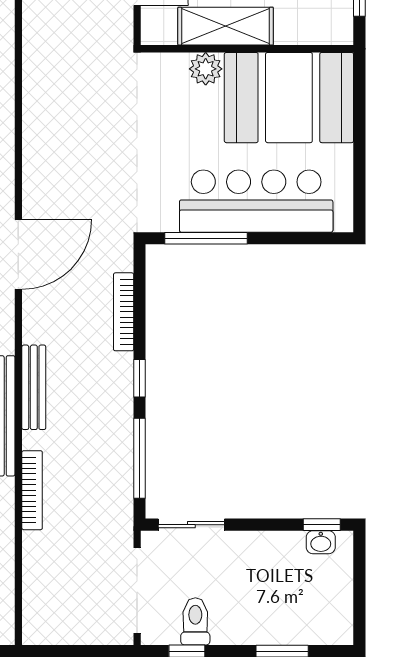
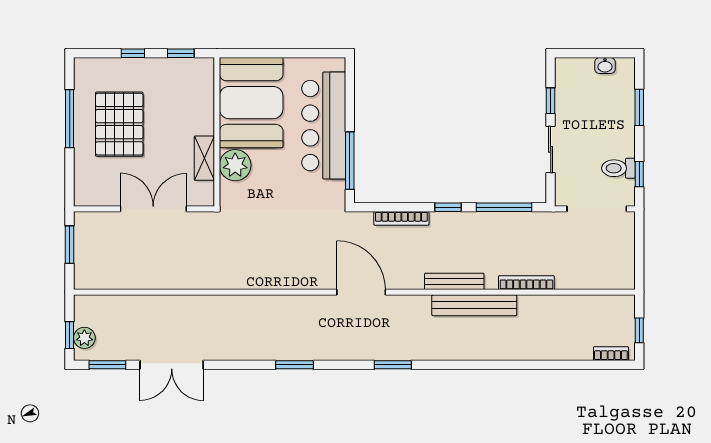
shelving: (226, 26) -> (204, 158), width x0.67, depth x0.75
plant: (206, 69) -> (235, 165), width x1.36, depth x1.36
sliding door: (191, 525) -> (551, 149), moved
window: (322, 525) -> (551, 101), moved
washbasin: (321, 542) -> (605, 66), moved, turned 90

